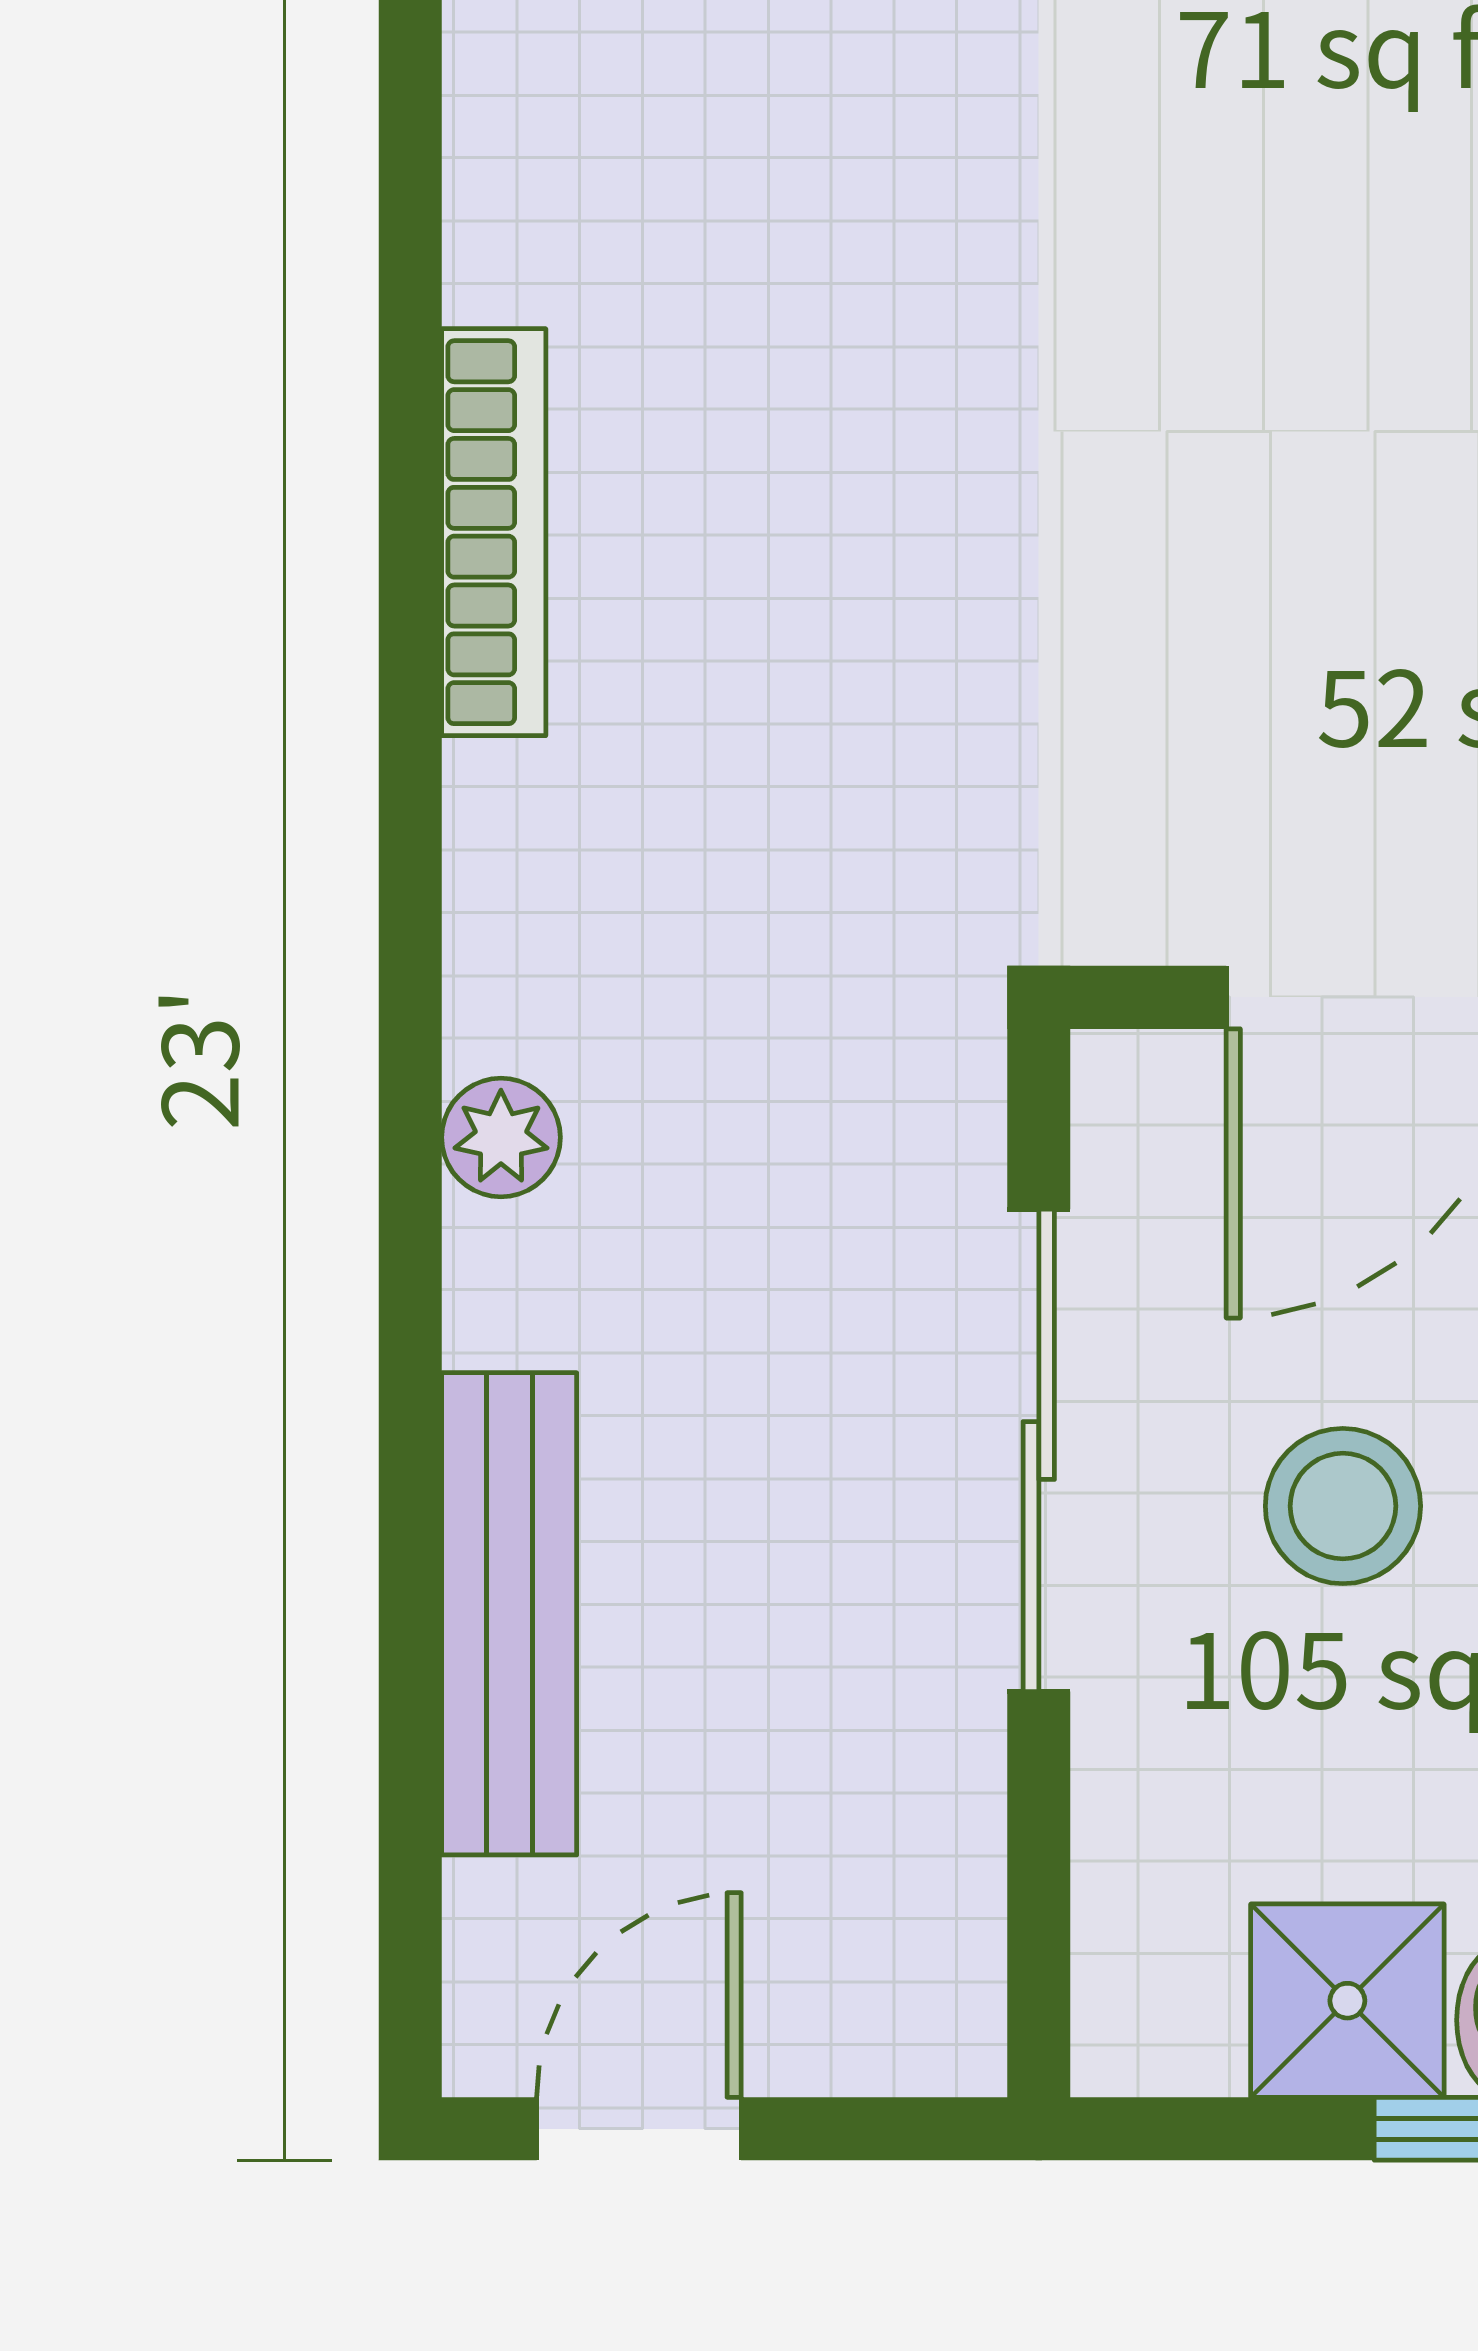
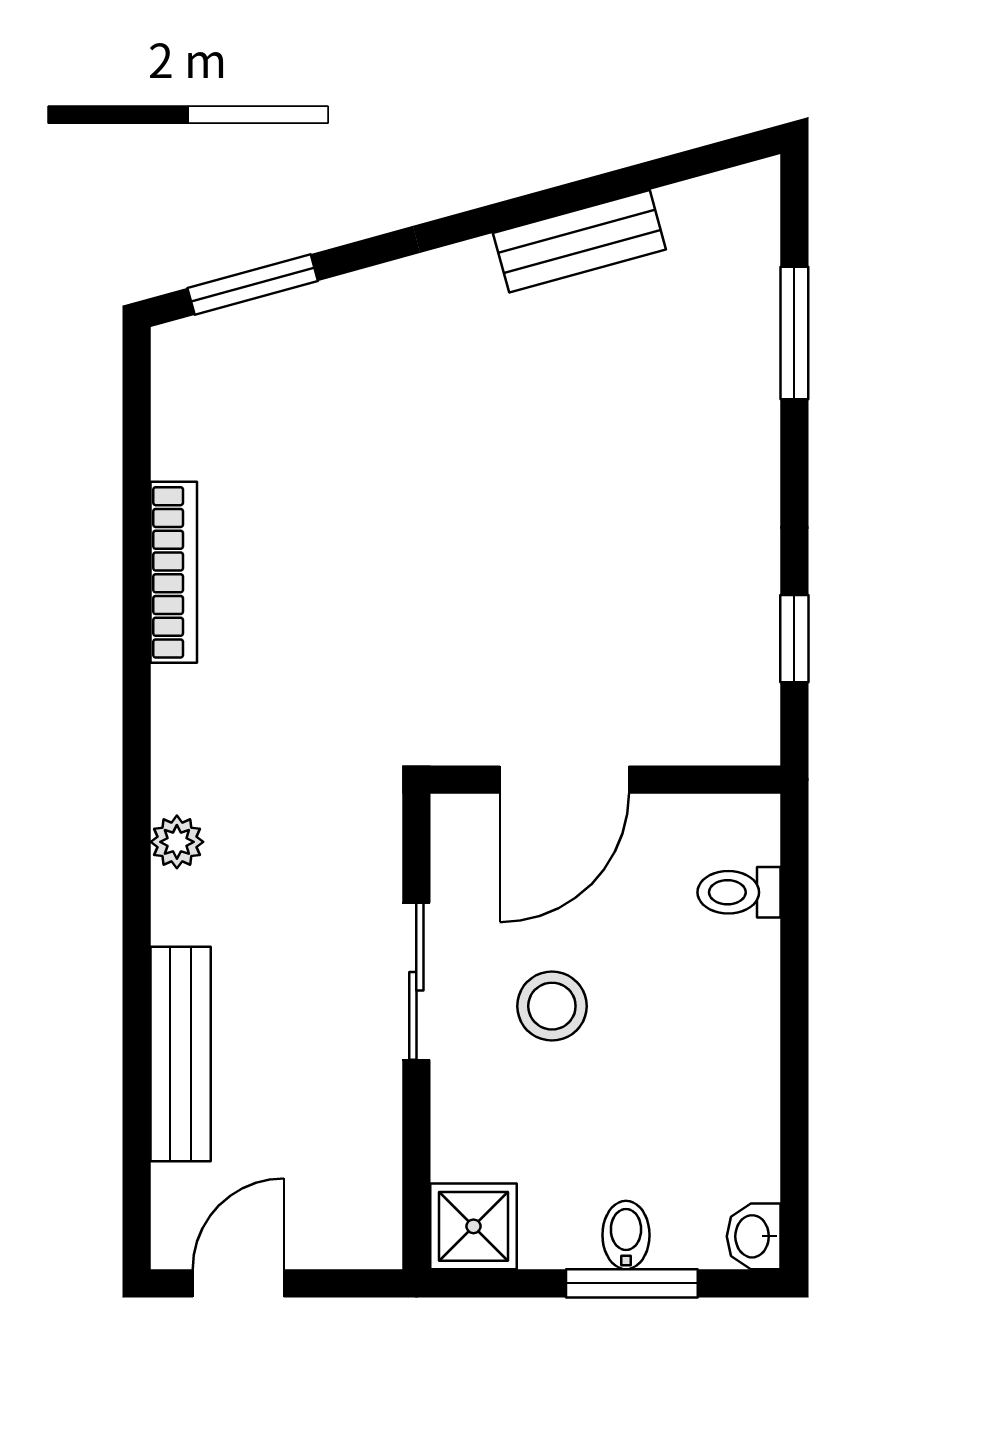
sliding door: (1039, 1450) -> (416, 981), width x0.73
shower: (1347, 2001) -> (474, 1226), moved

